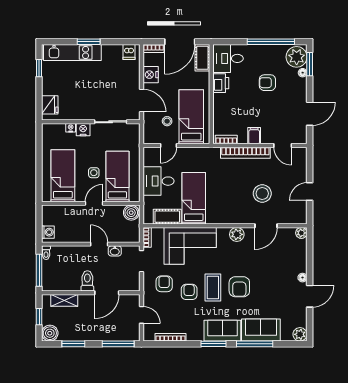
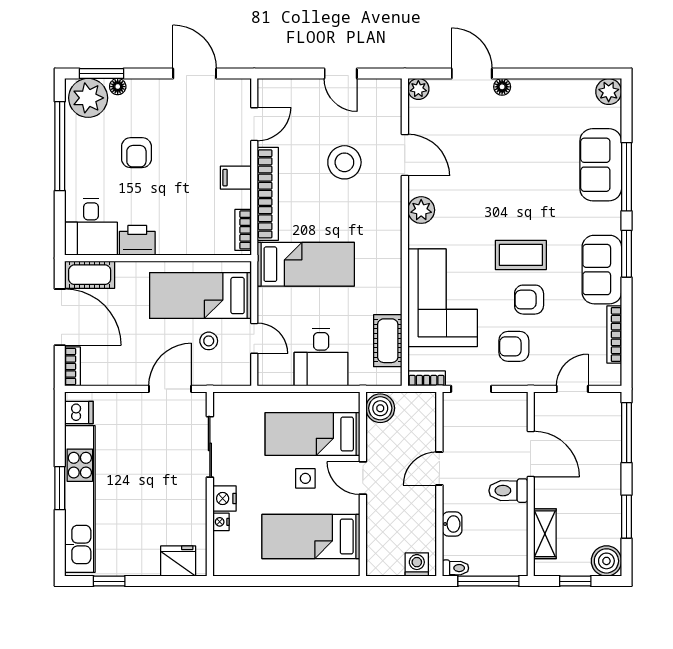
kitchen unit: (72, 52) -> (80, 499), width x1.36
nightstand: (151, 75) -> (121, 372), removed
bed: (194, 198) -> (306, 264), moved, turned 180
washbasin: (115, 251) -> (452, 524), moved
armchair: (239, 287) -> (519, 205), removed
door: (310, 296) -> (472, 73), moved
sofa: (222, 331) -> (602, 270), moved

